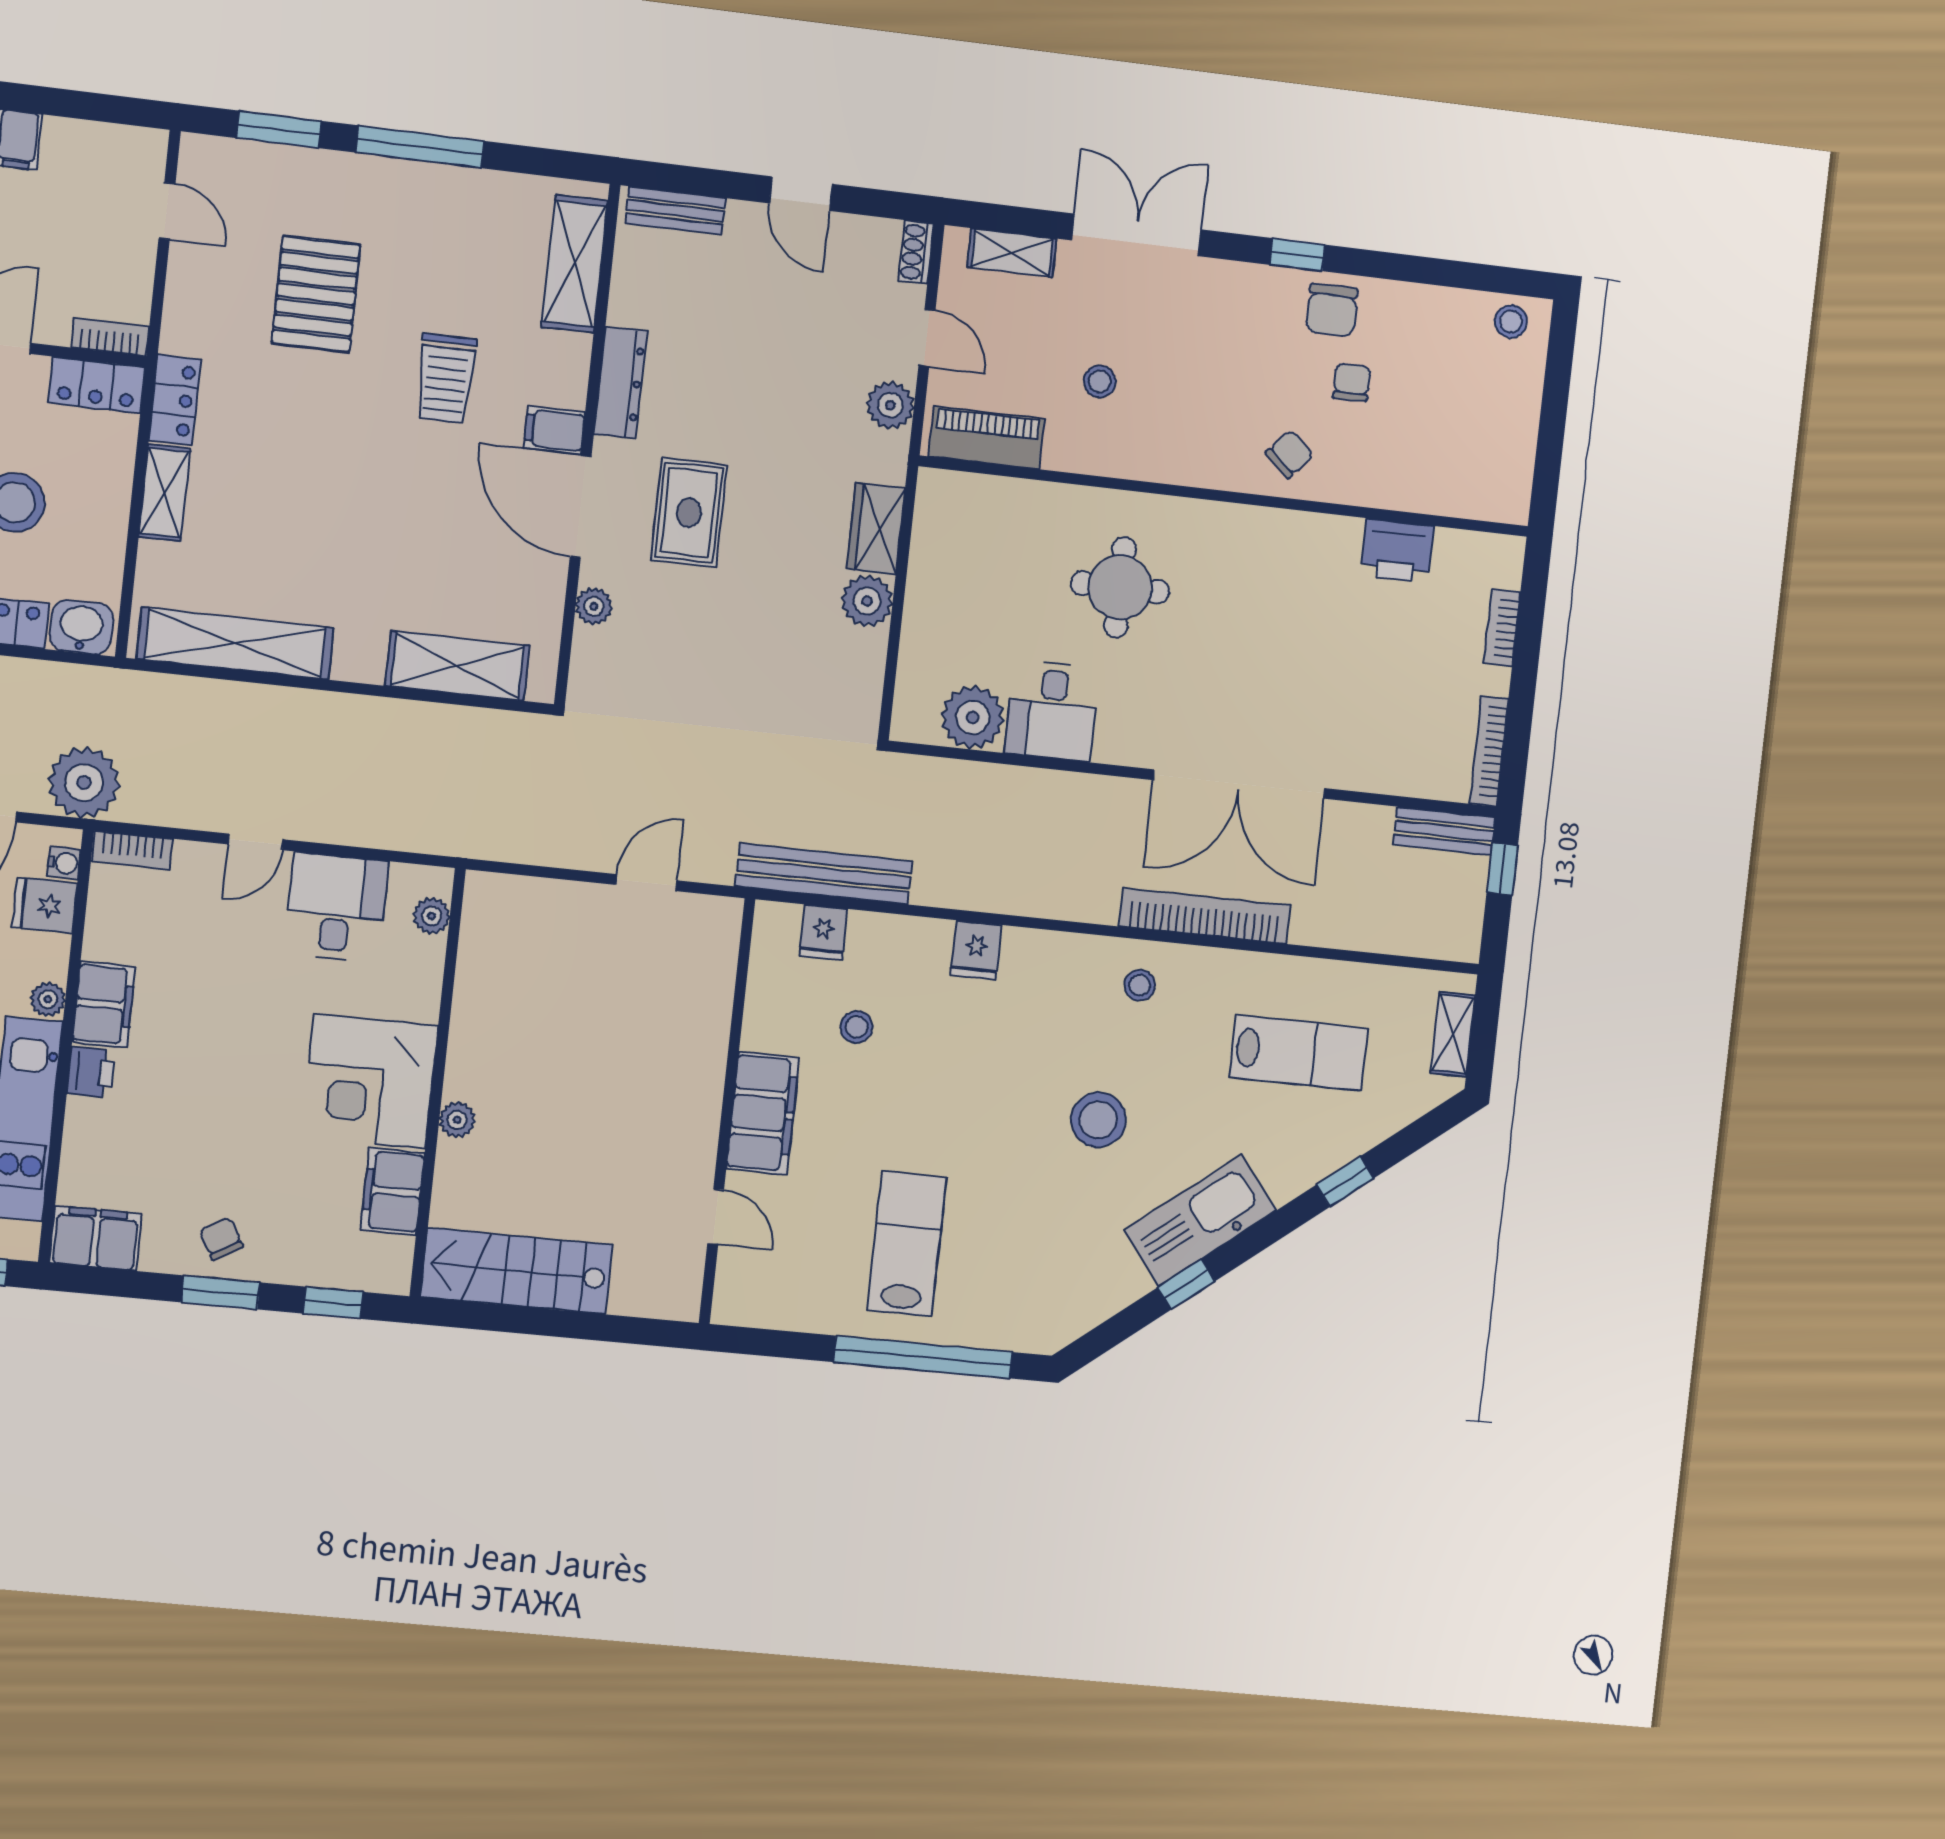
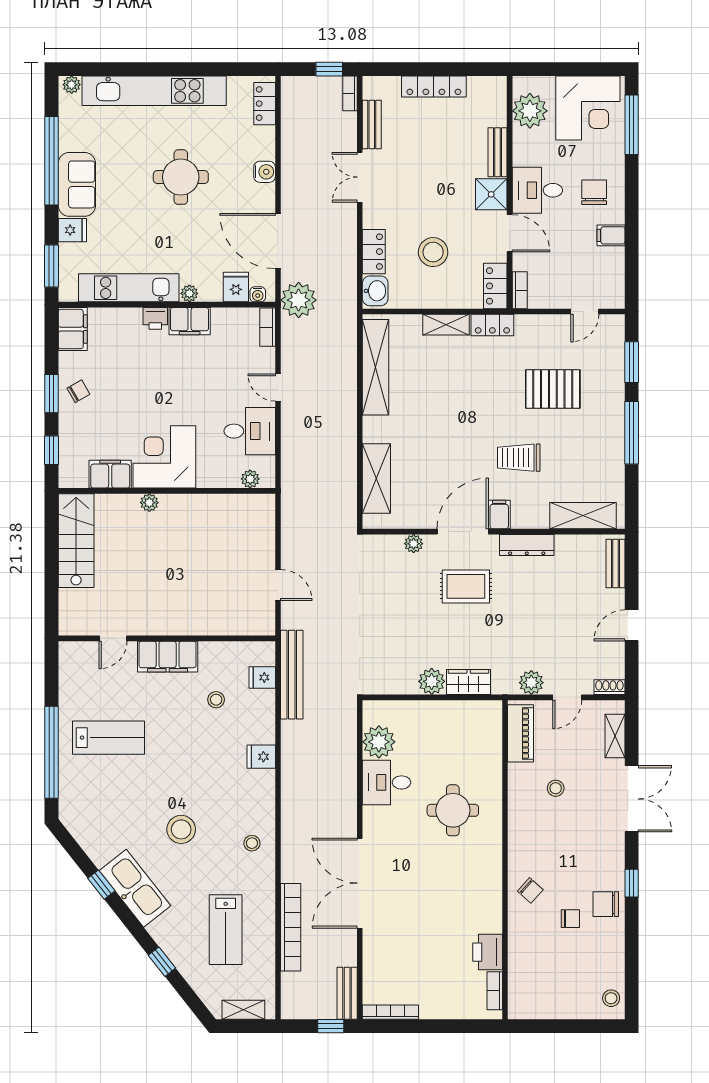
bookcase: (1502, 628) -> (495, 991), moved, turned -90
bookcase: (1205, 916) -> (291, 927), moved

